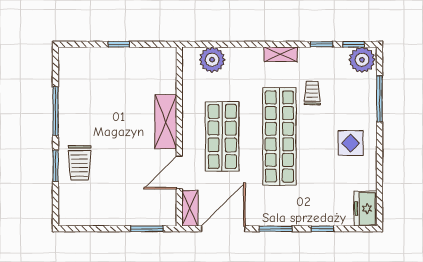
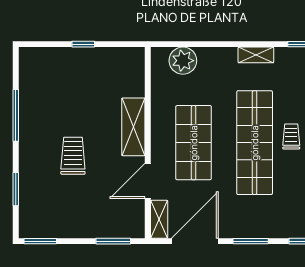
trolley: (312, 93) -> (291, 136), moved
trolley: (79, 163) -> (73, 156), moved, turned 180
window: (56, 166) -> (16, 189), moved
window: (78, 229) -> (40, 241), added

